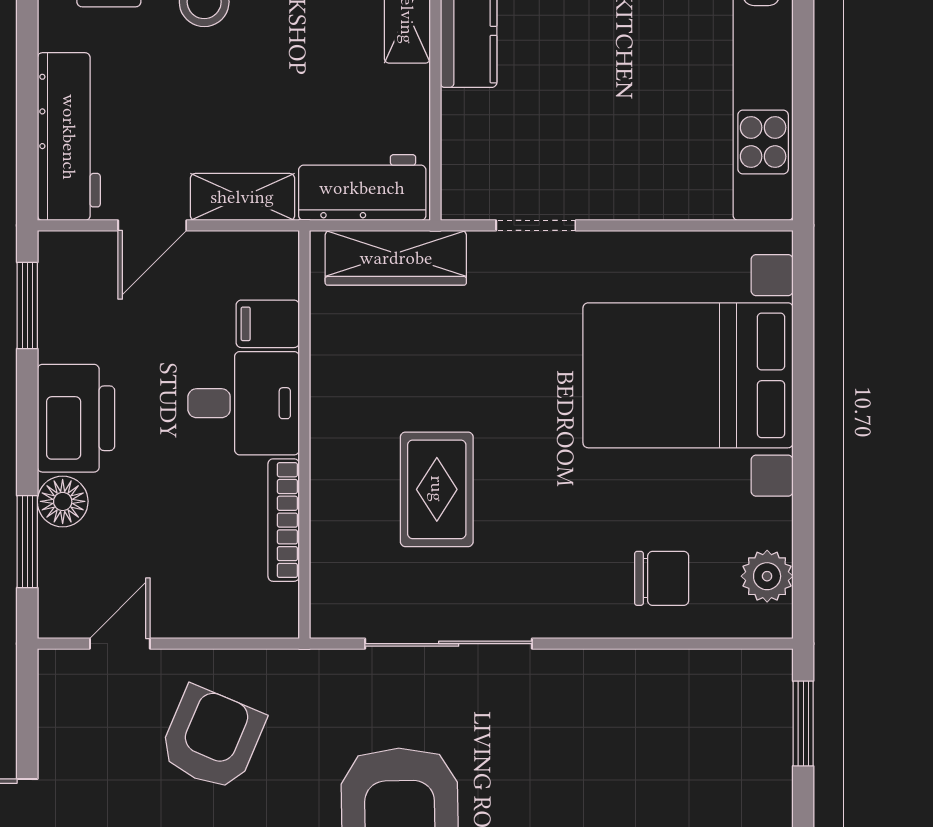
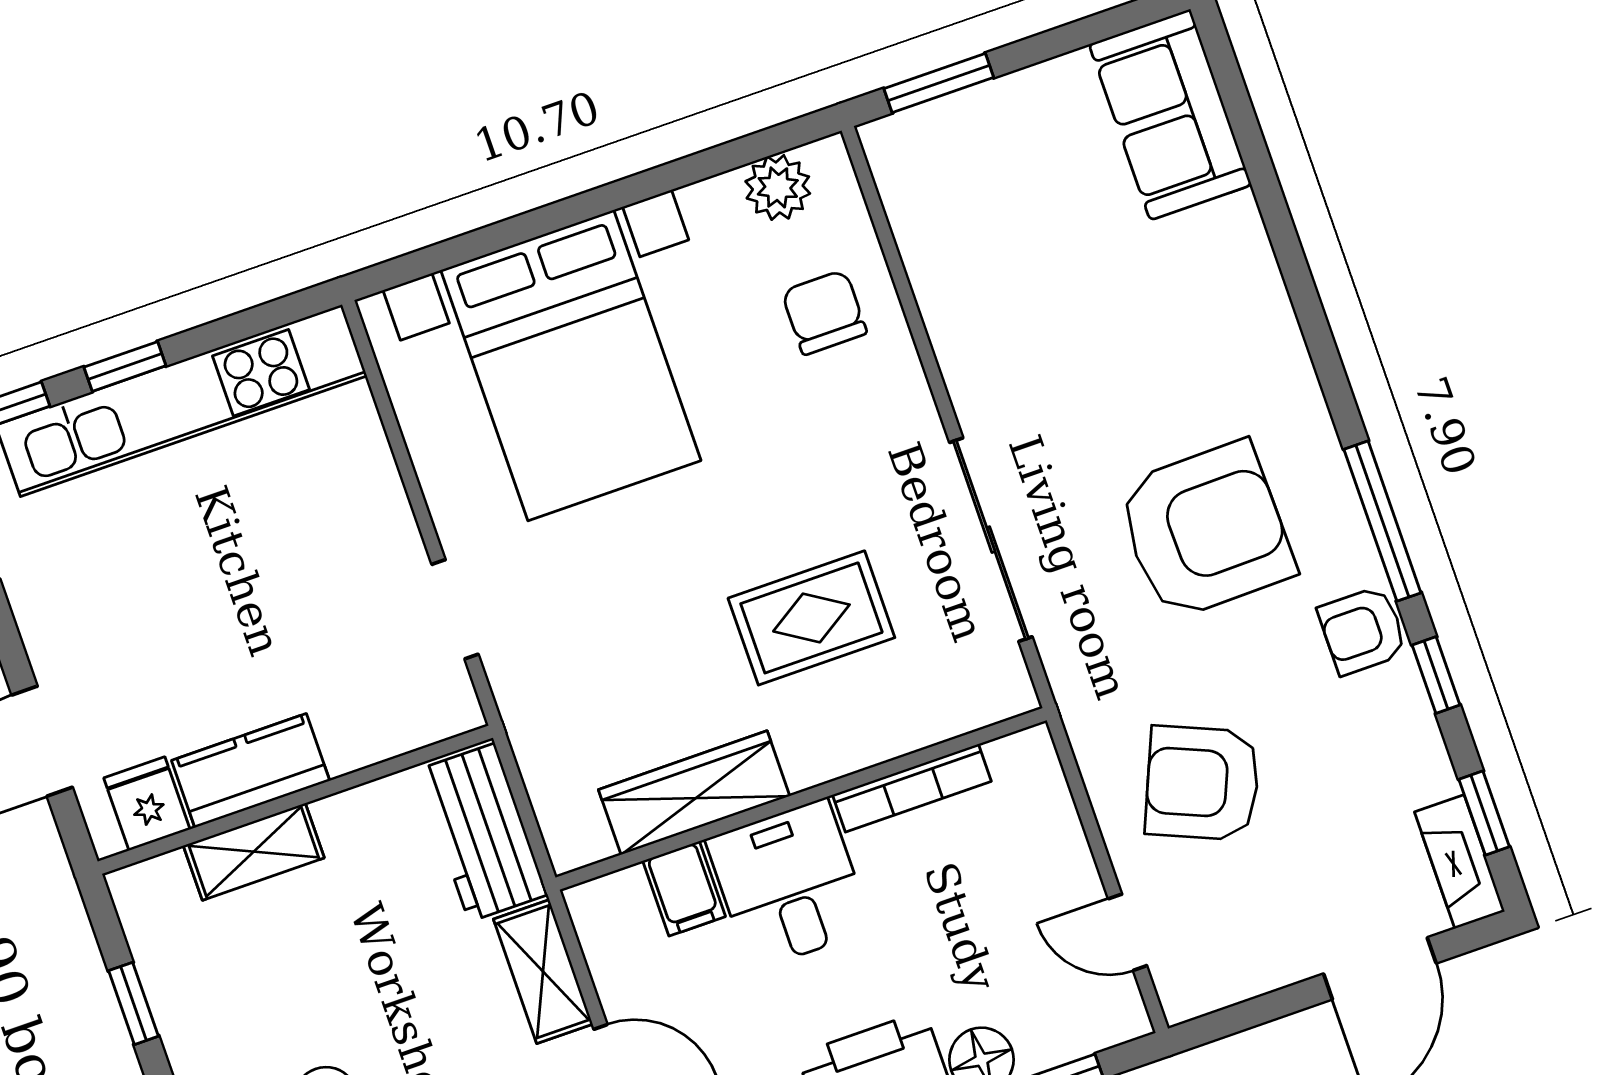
window: (803, 42) -> (125, 366), added
wardrobe: (396, 258) -> (694, 793), moved, turned -90

